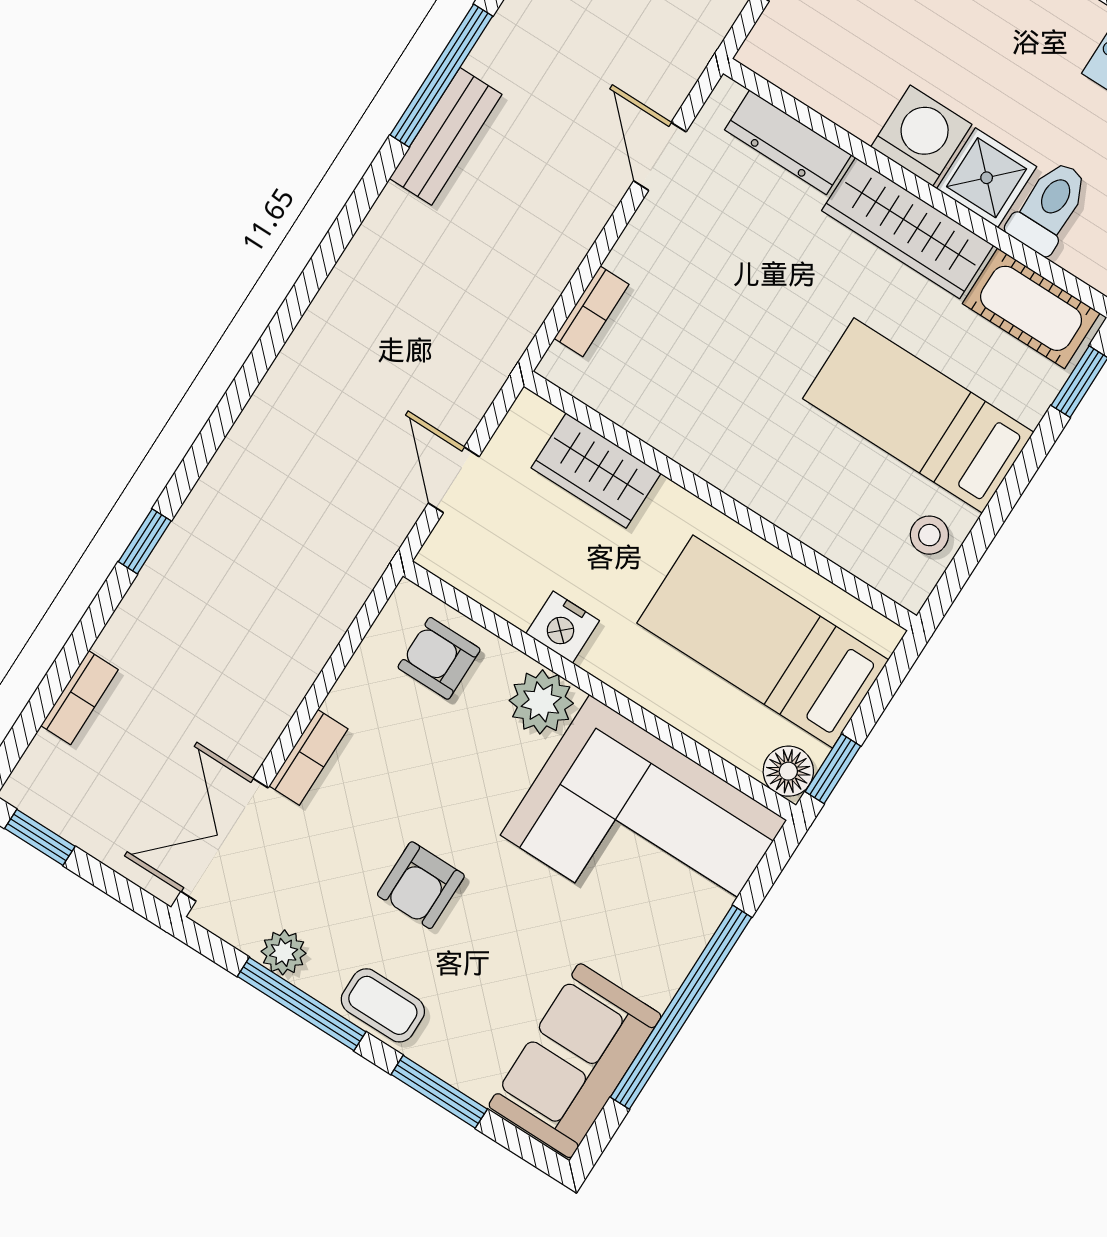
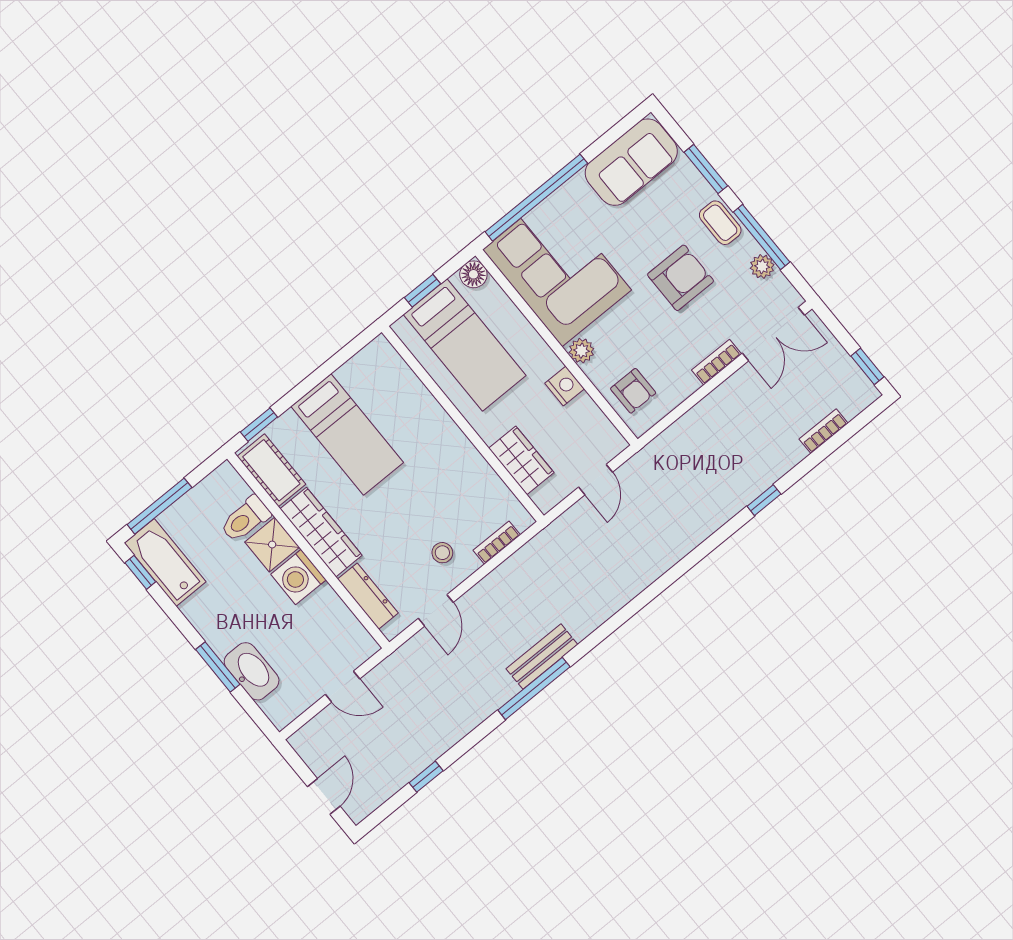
stool: (929, 535) -> (442, 553), moved
plant: (541, 702) -> (581, 351), width x0.73, depth x0.73
window: (833, 769) -> (423, 291), moved
armchair: (421, 885) -> (681, 278), width x1.38, depth x1.38
window: (681, 1007) -> (536, 198), moved

